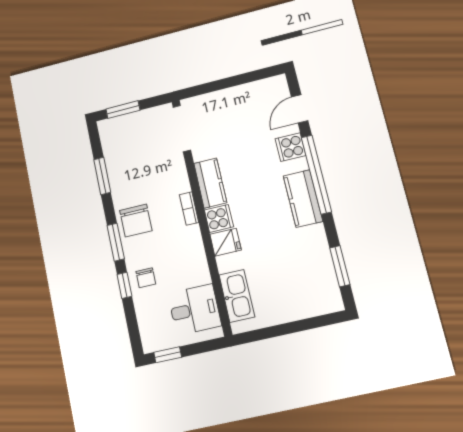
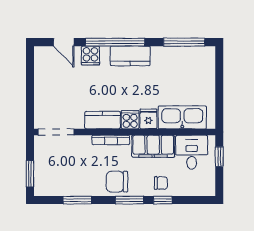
bookcase: (189, 208) -> (111, 140), width x1.56
chair: (136, 220) -> (117, 182), turned 180
filing cabinet: (191, 257) -> (153, 146), added
window: (340, 266) -> (184, 42), width x1.44
kitchen sink: (237, 296) -> (182, 117), width x1.36, depth x1.24
window: (168, 355) -> (219, 157), moved

